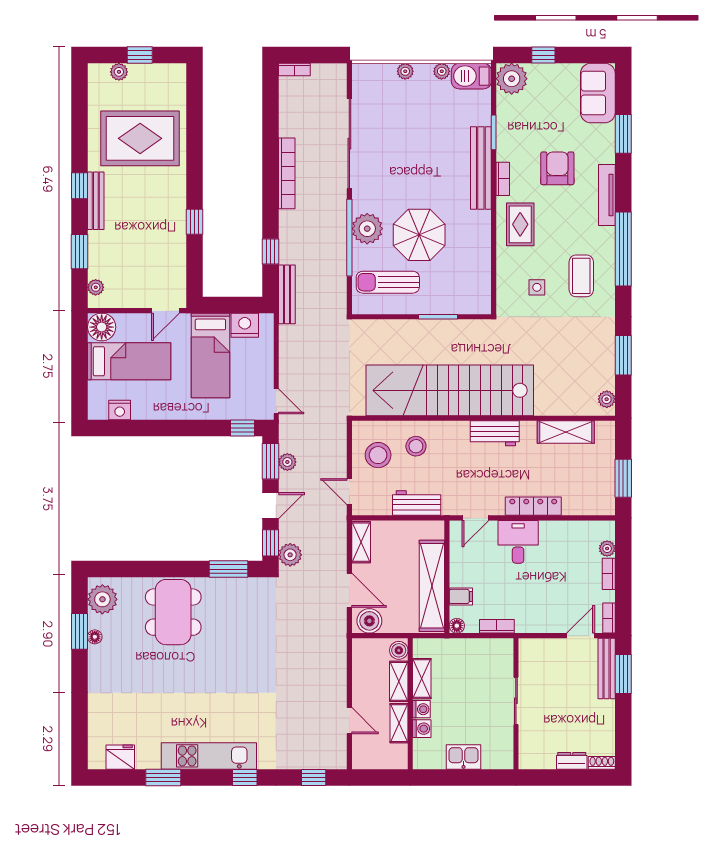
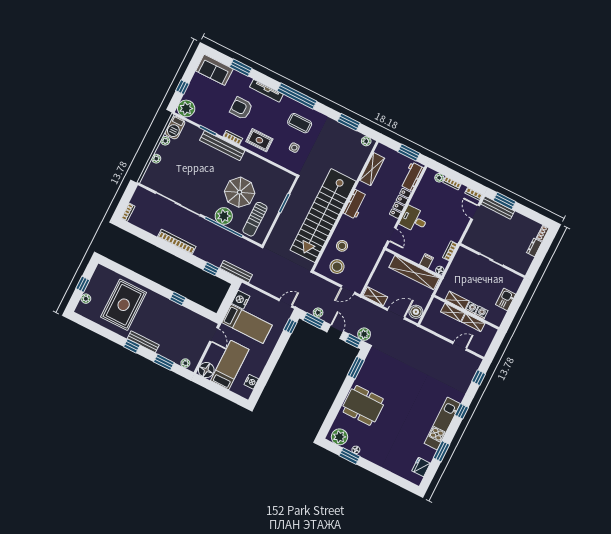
workbench: (417, 503) -> (412, 176), moved
boiler: (399, 650) -> (438, 305), removed

